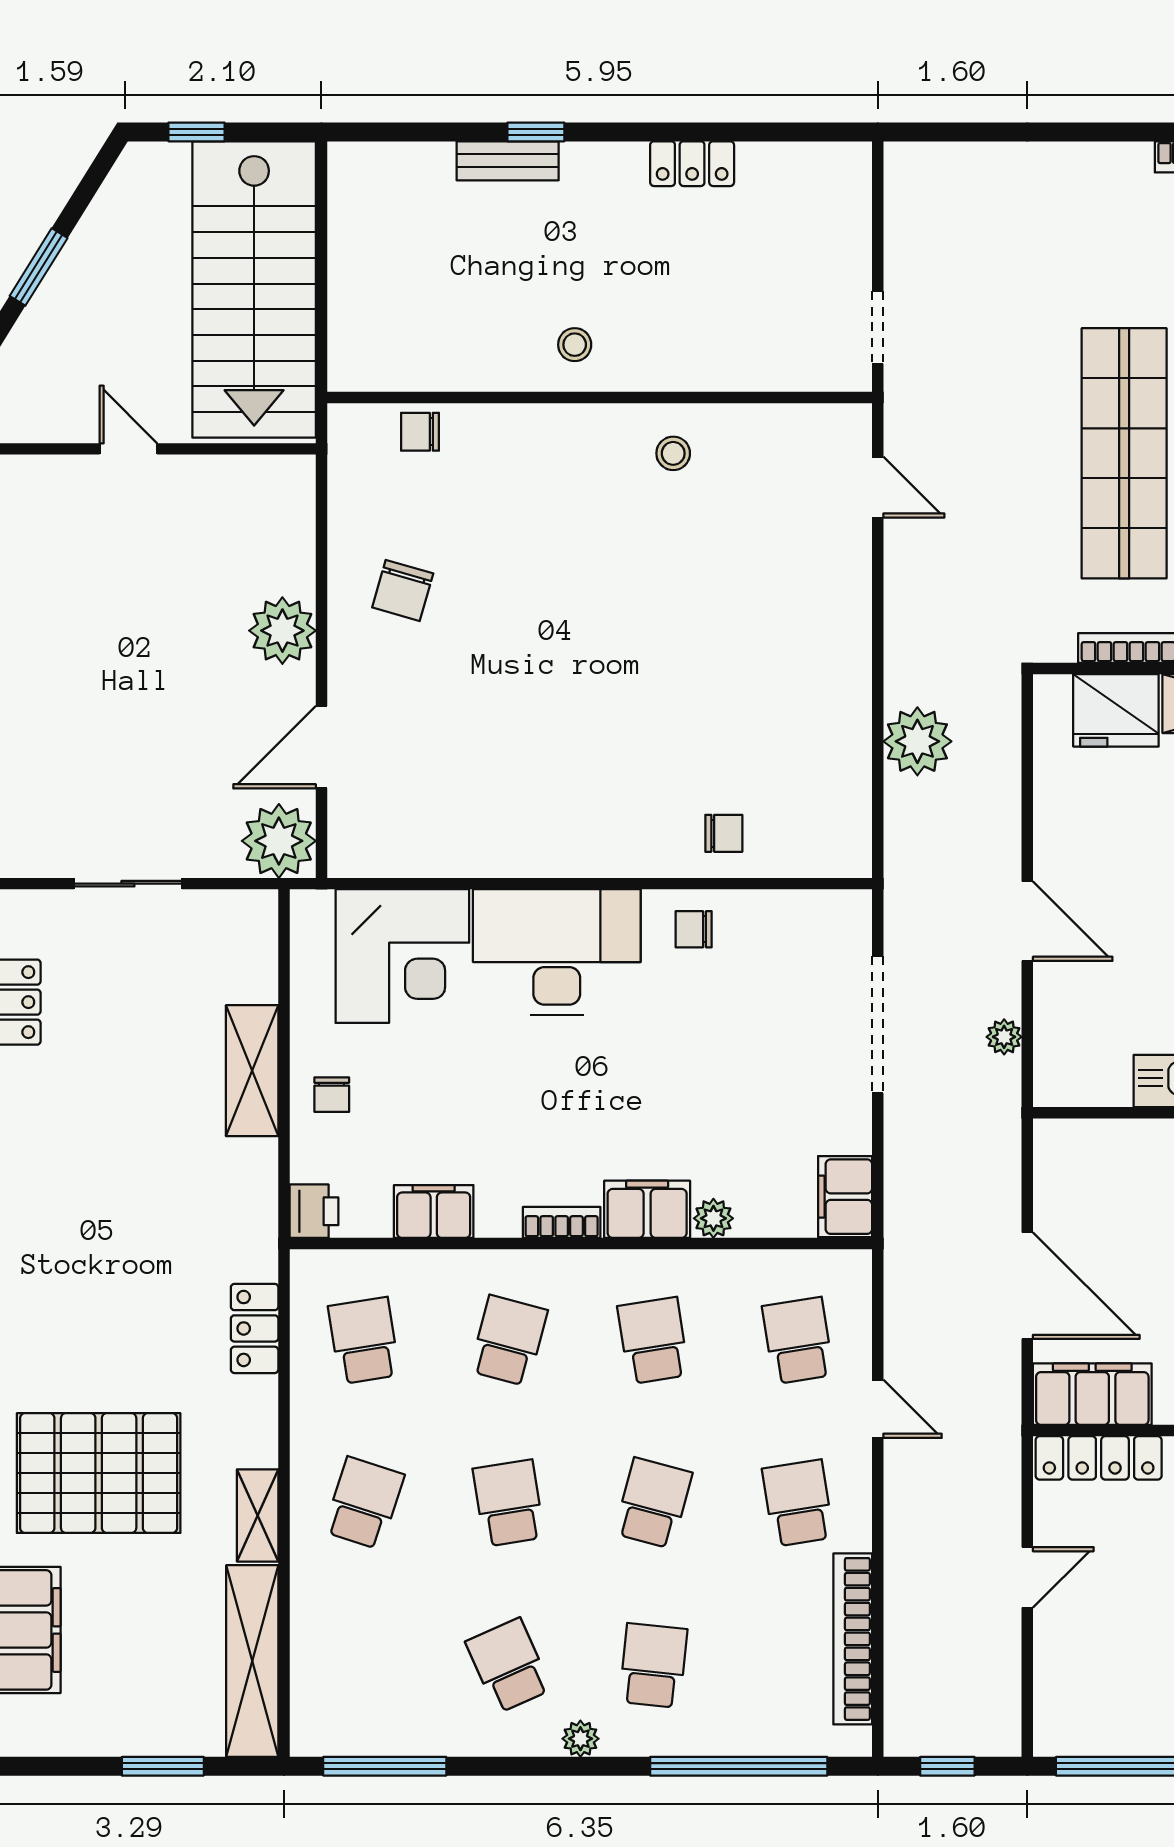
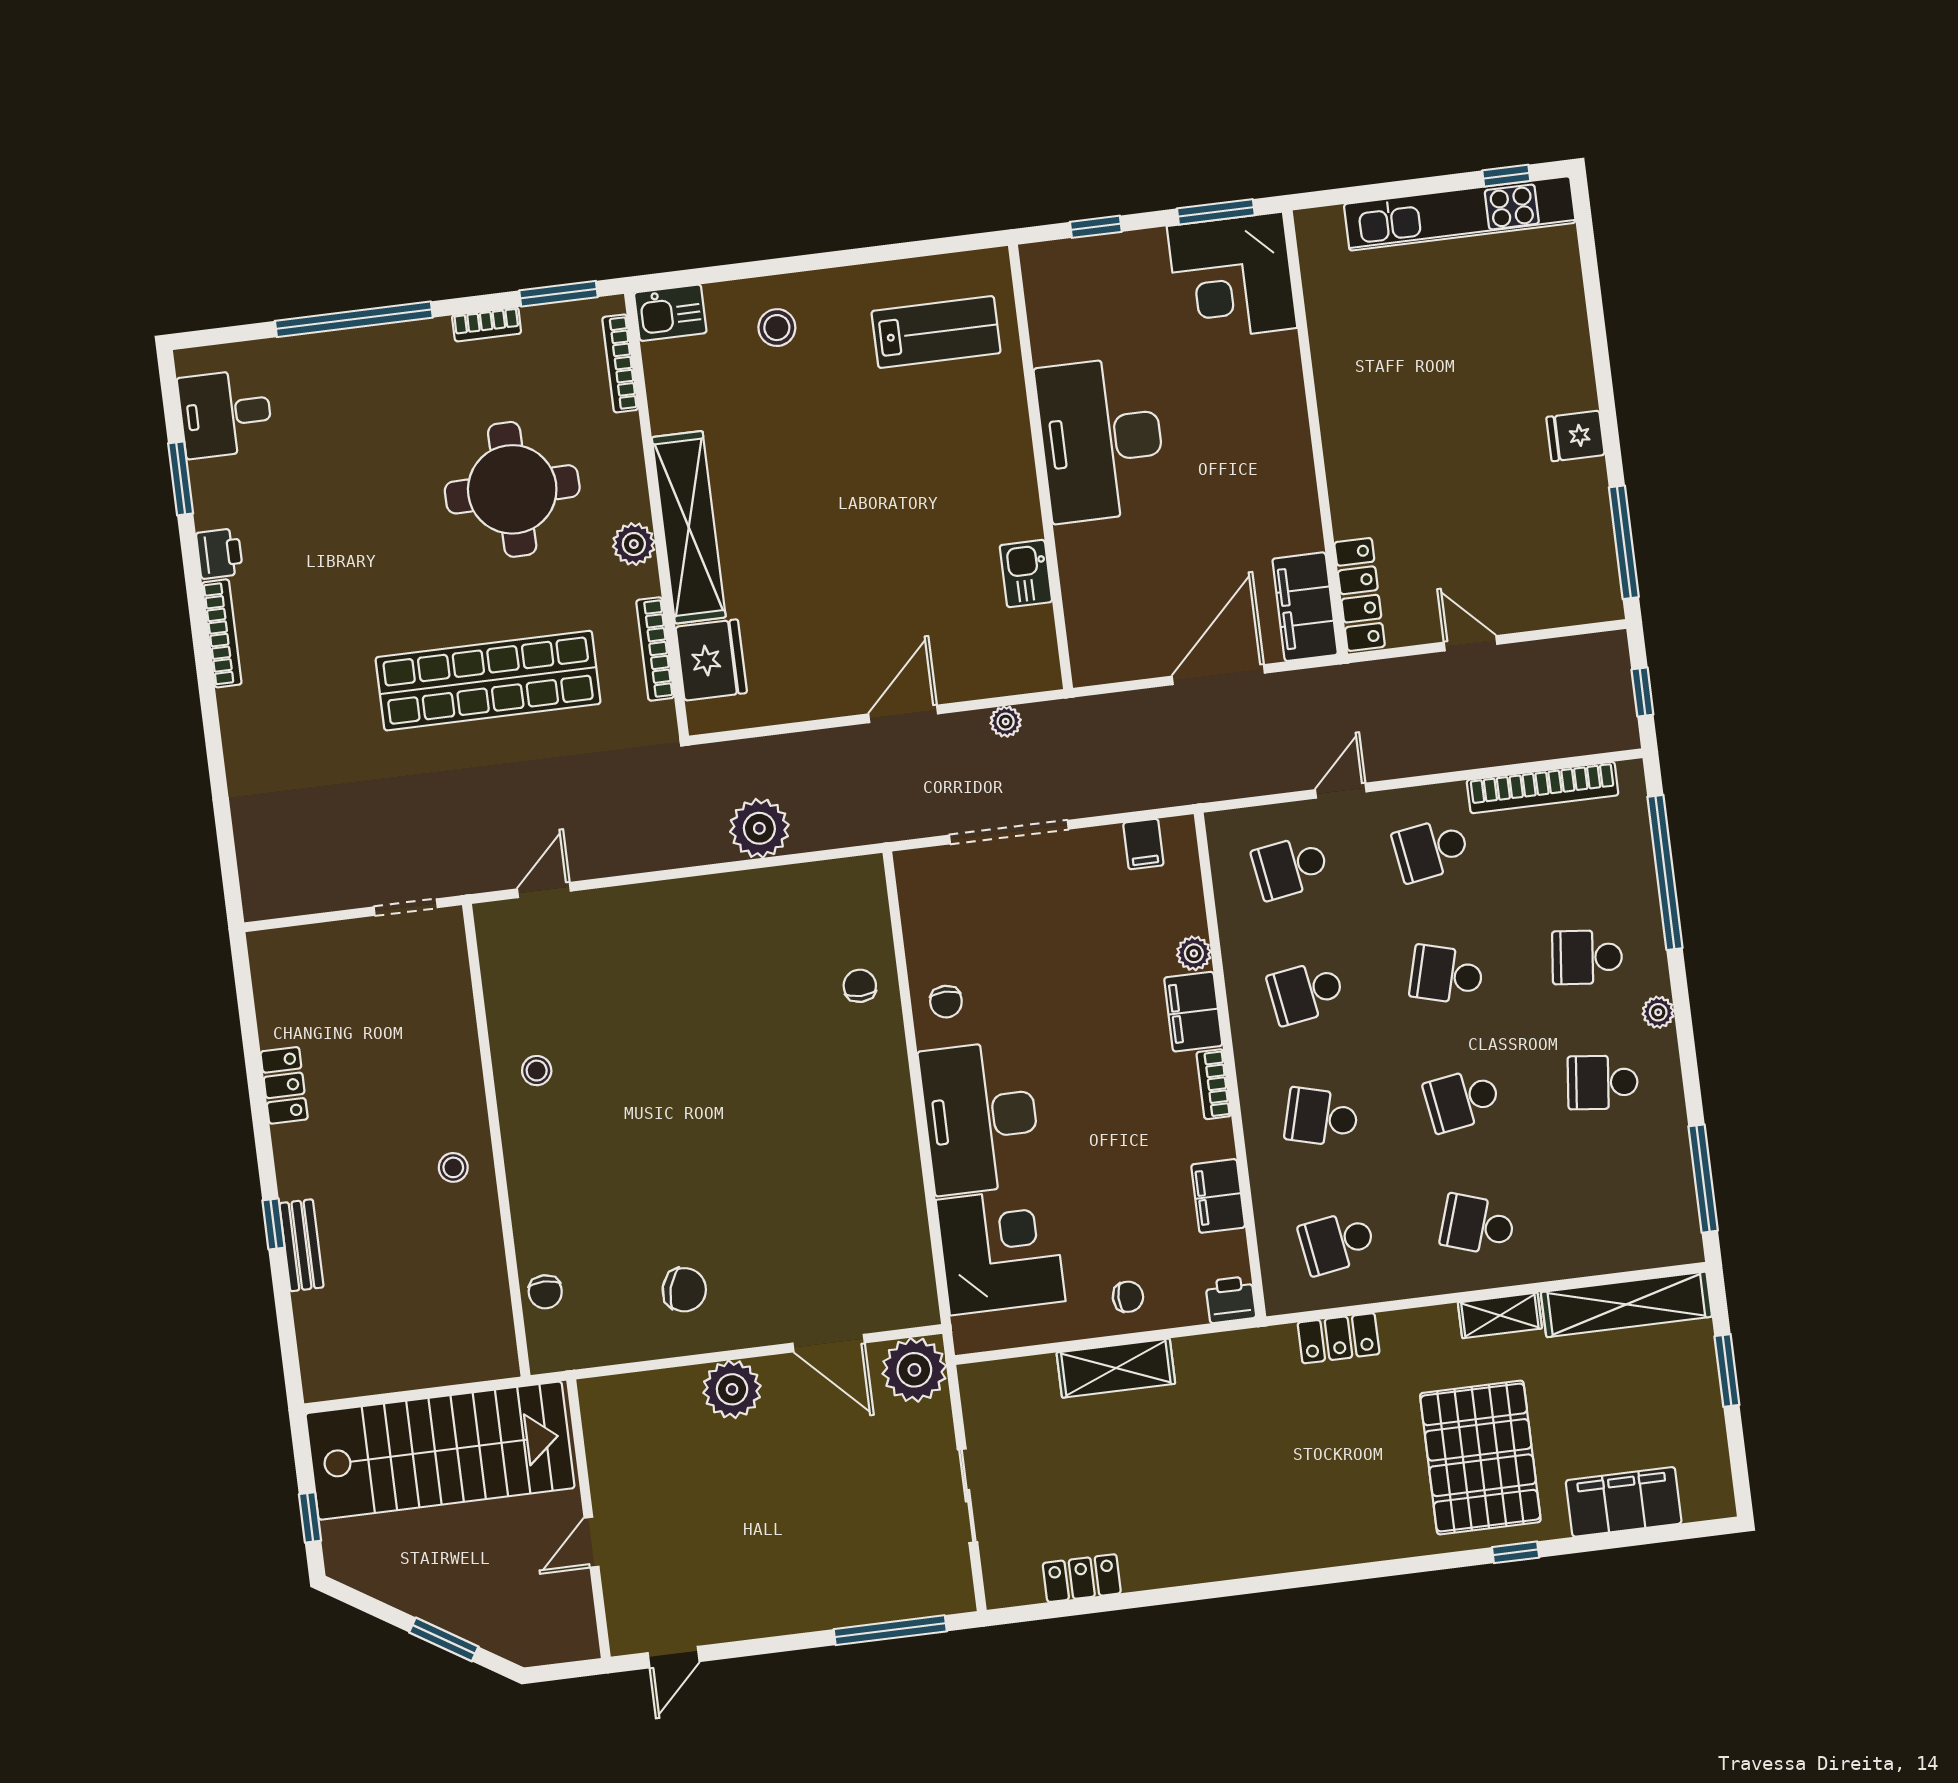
filing cabinet: (845, 1197) -> (1143, 844), width x0.50
school desk: (509, 1666) -> (1603, 1082), turned 30

